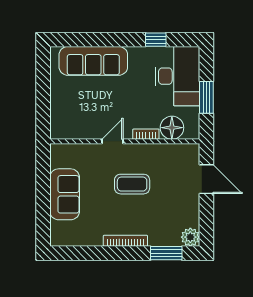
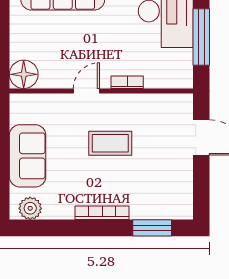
window: (206, 97) -> (201, 37), width x1.44
floor lamp: (172, 128) -> (24, 74), moved
plant: (190, 237) -> (30, 208), moved

